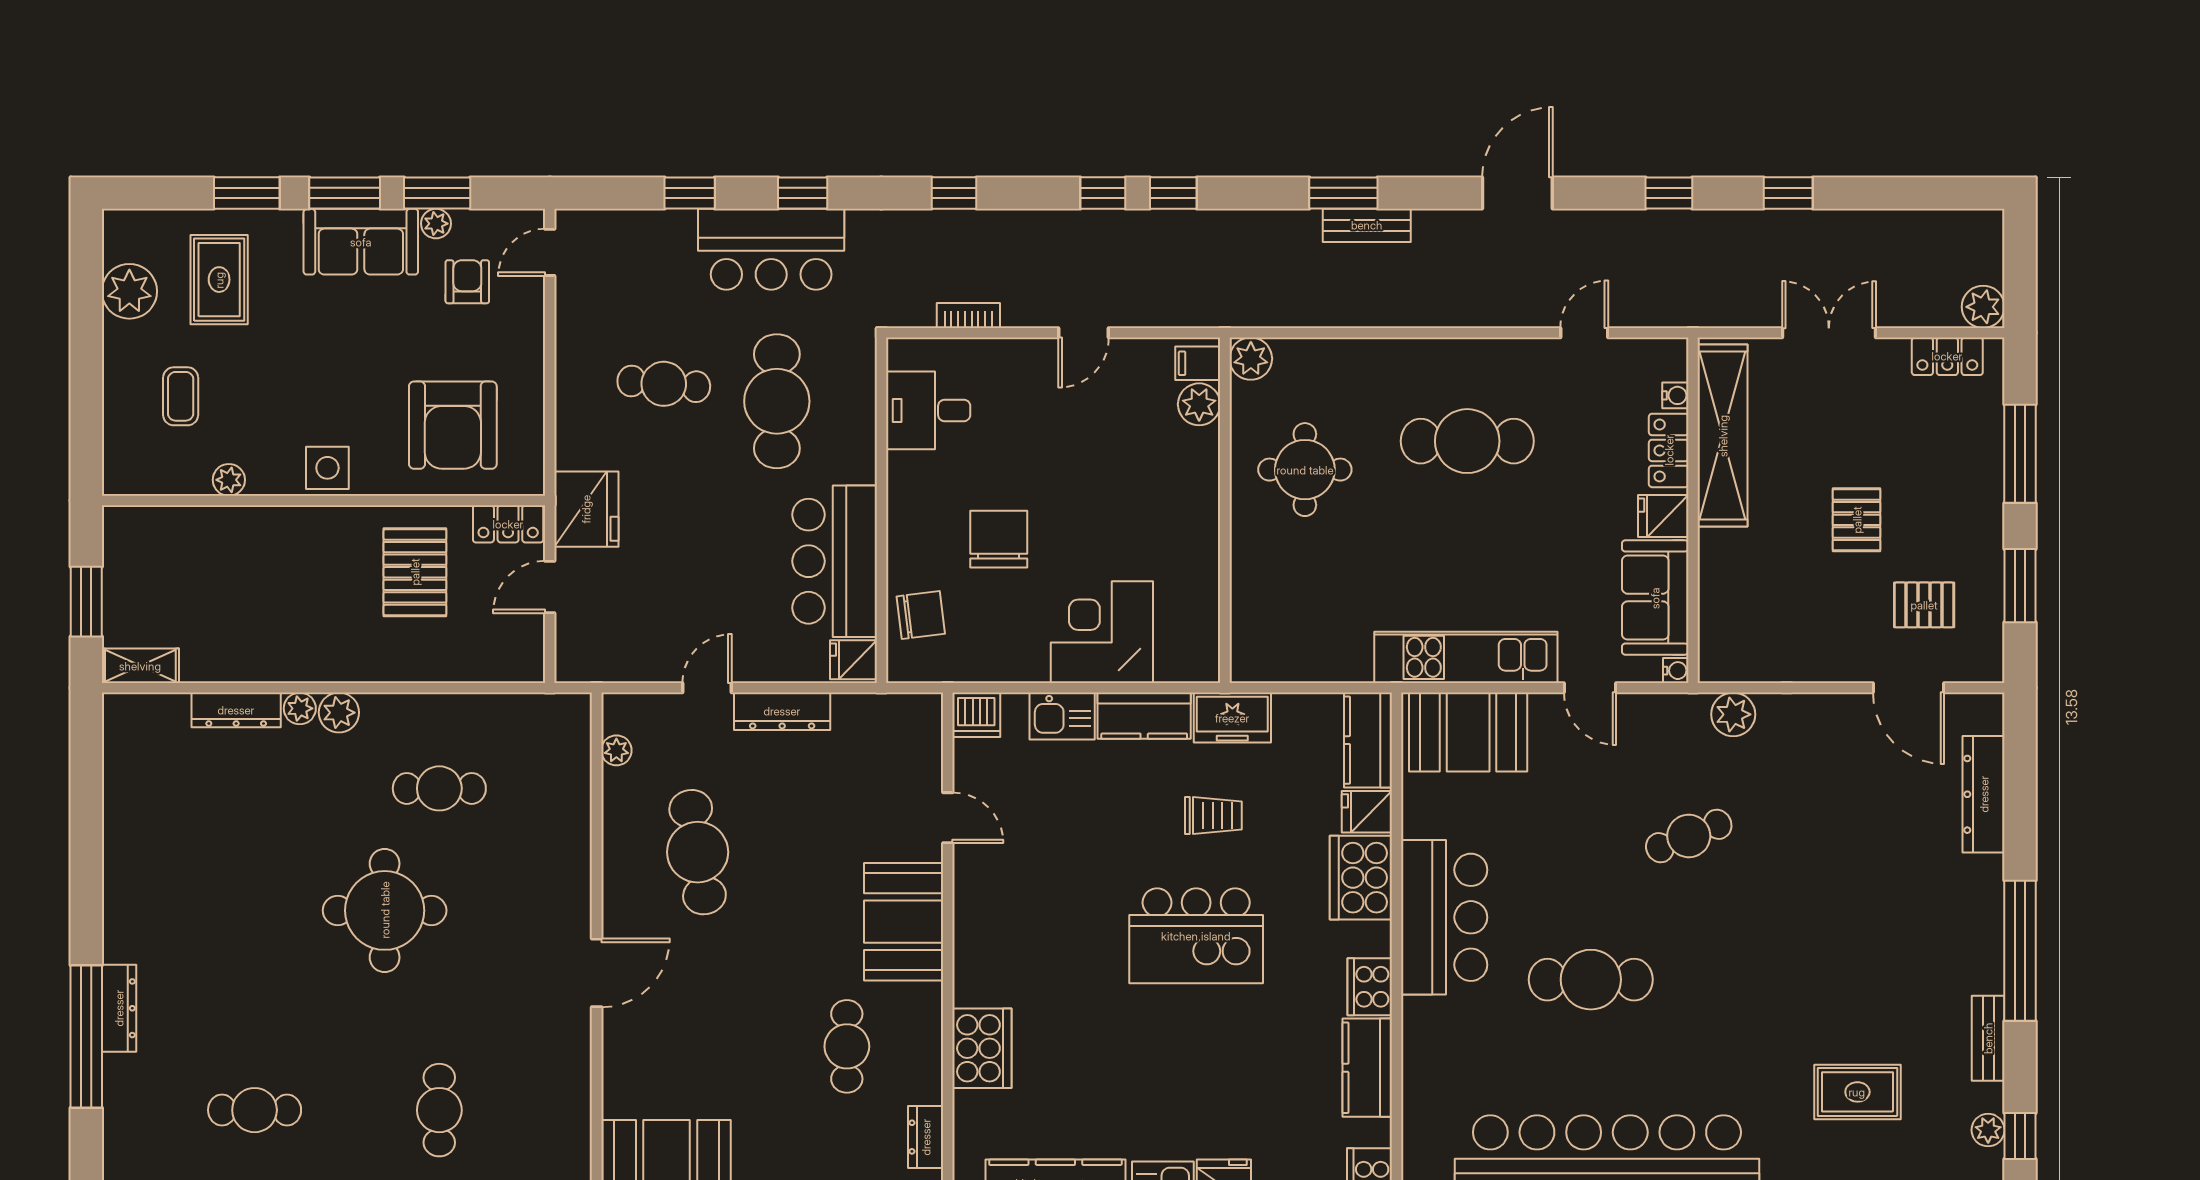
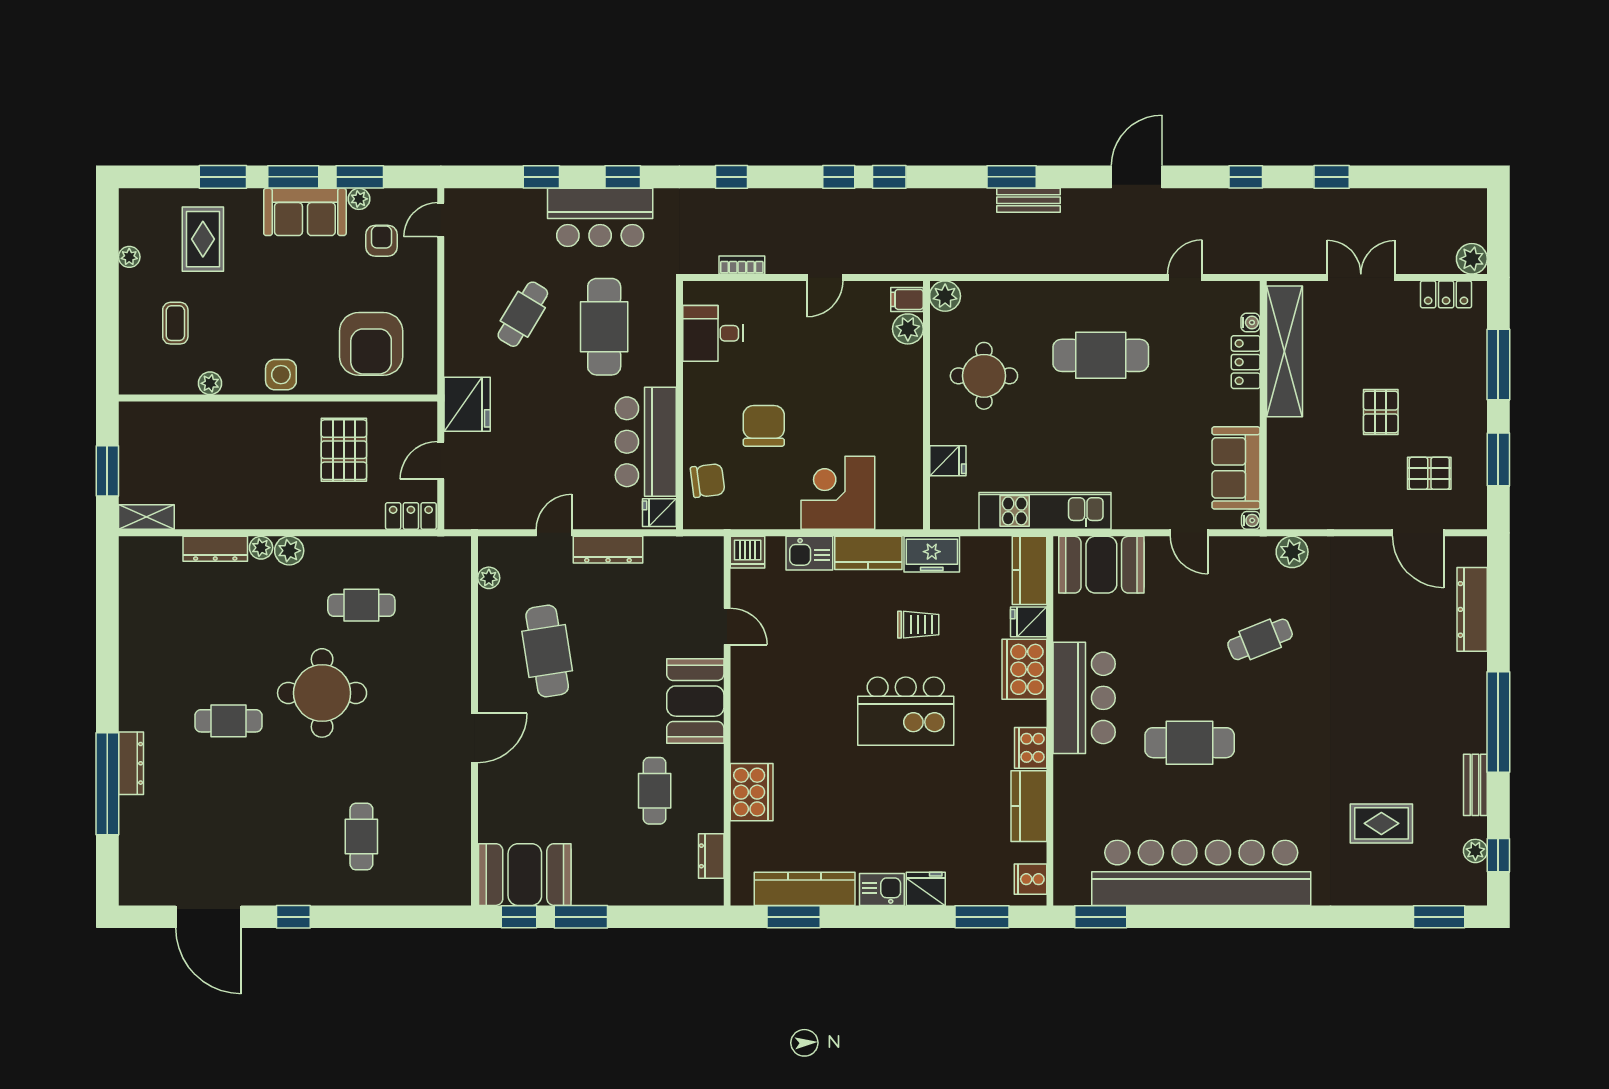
plant: (129, 291) -> (129, 257), width x0.53, depth x0.53
cafe table: (664, 384) -> (523, 314), turned -64
fridge: (1663, 516) -> (948, 461), moved, turned 180
locker: (508, 524) -> (411, 516), moved, turned 180
kitchen unit: (1466, 657) -> (1045, 511), moved
cafe table: (255, 1110) -> (228, 721), moved

